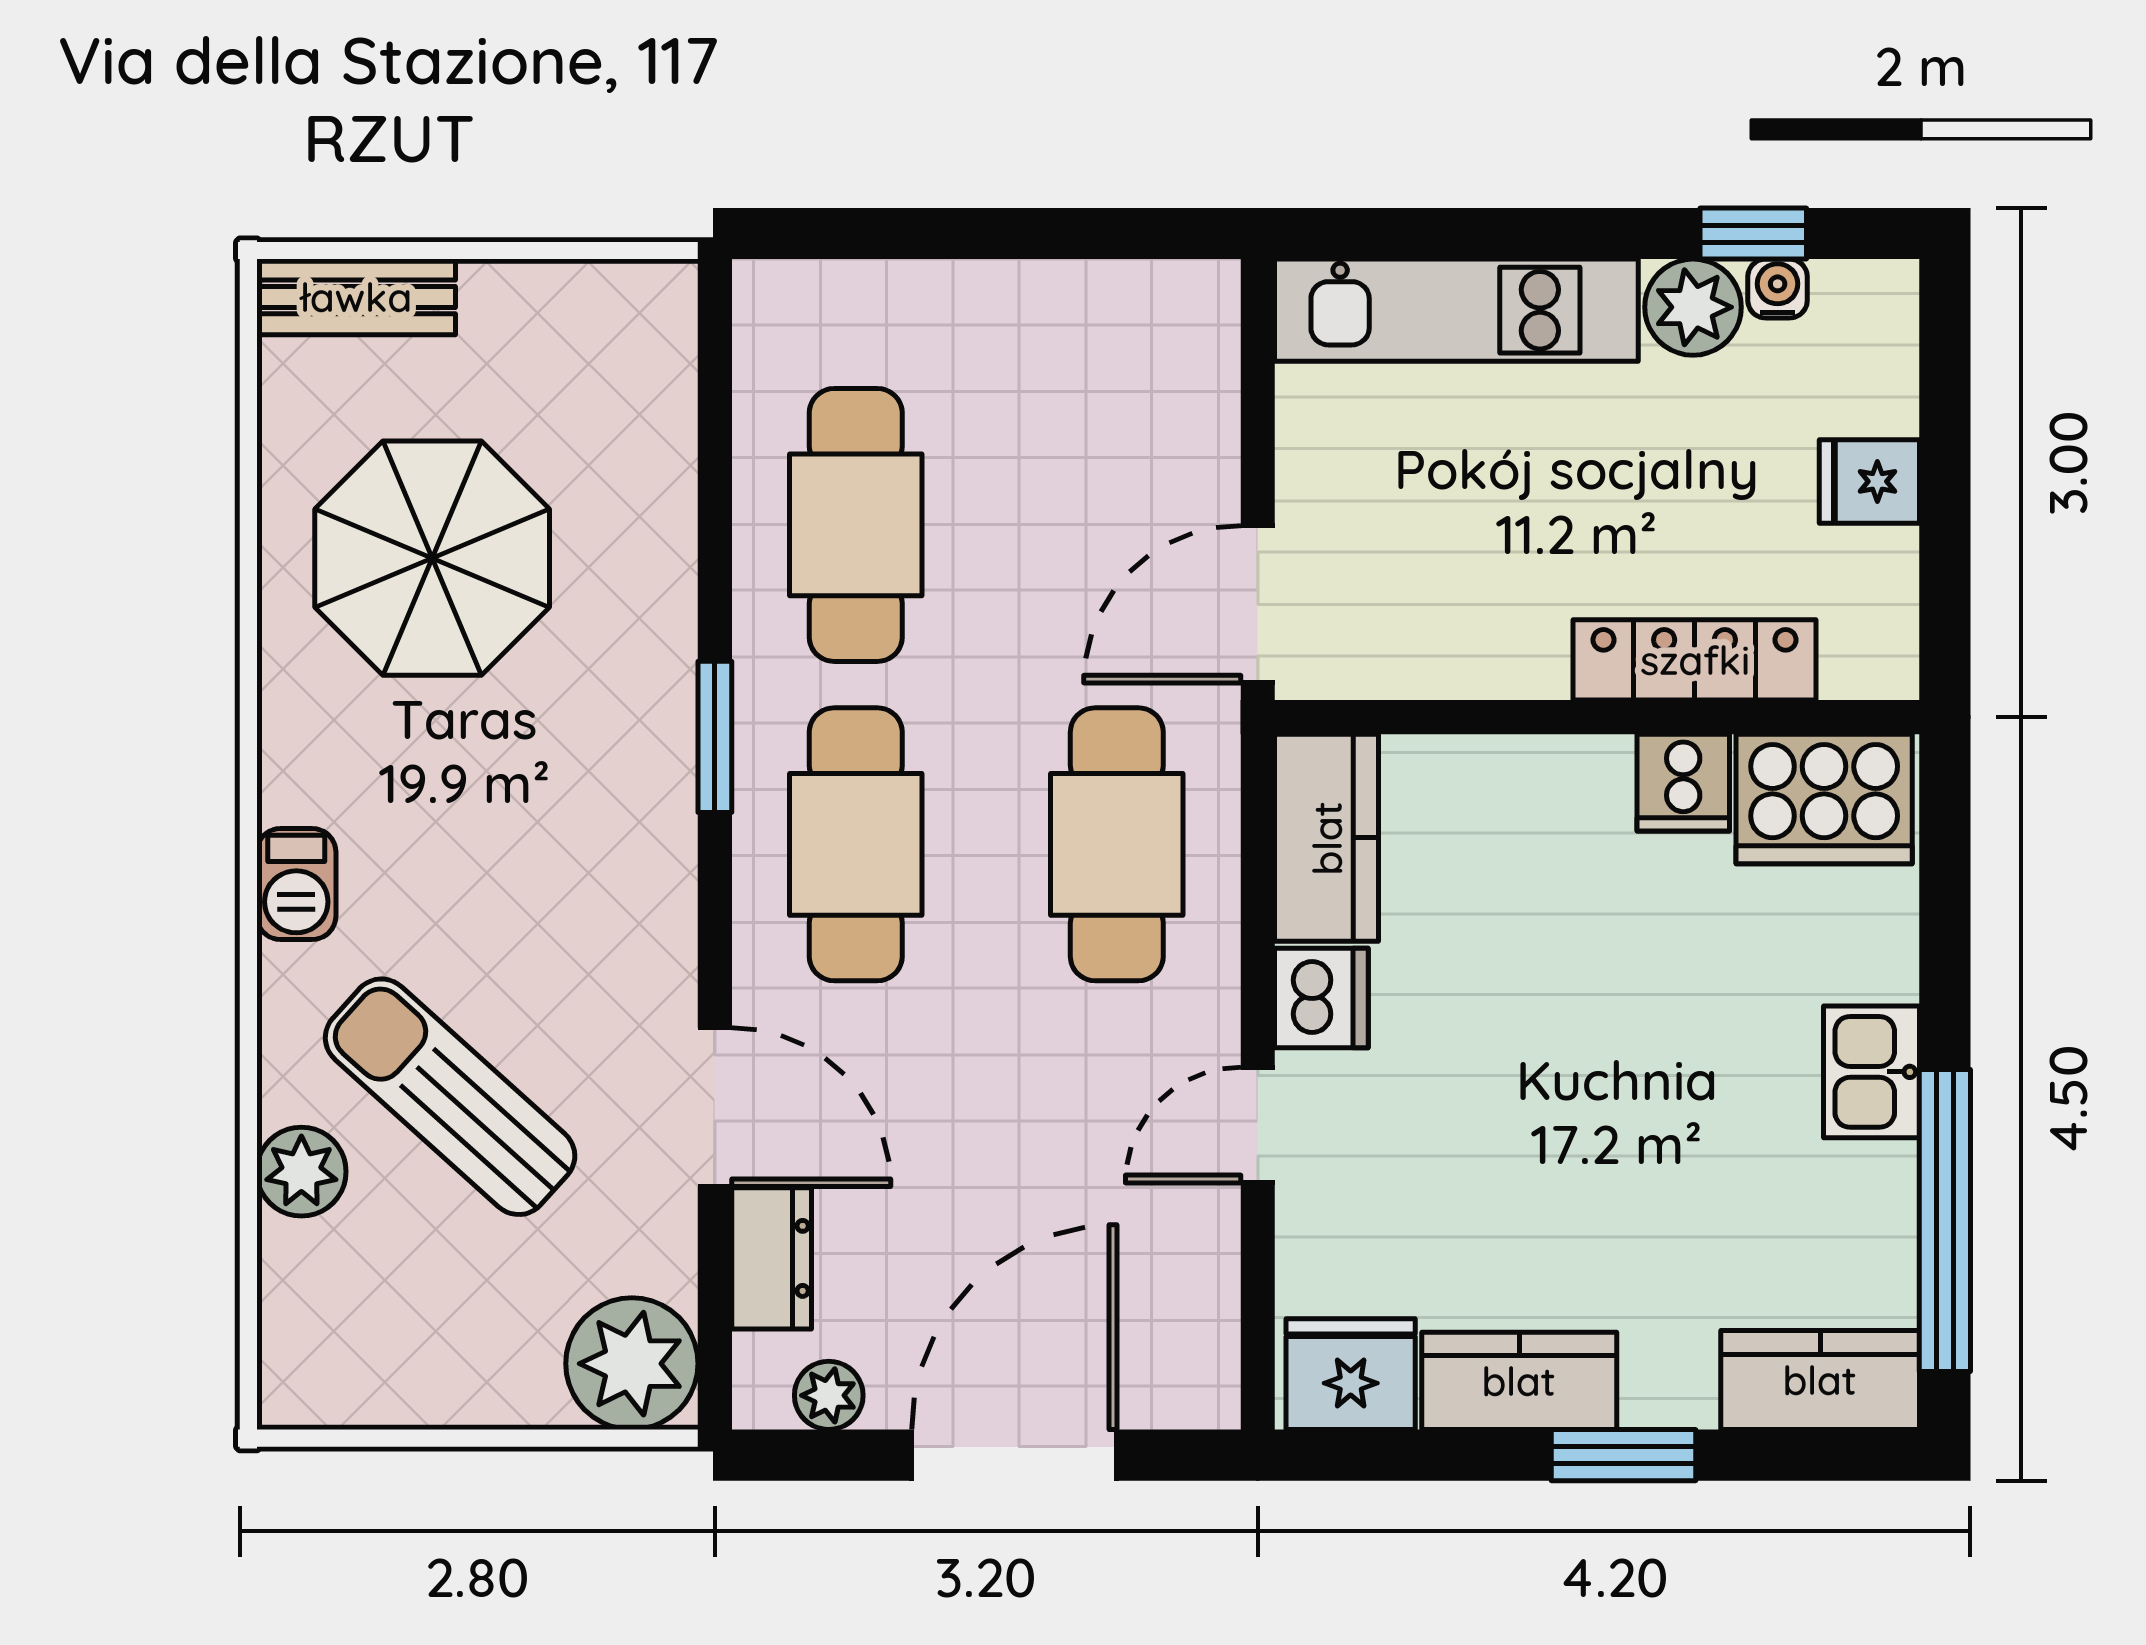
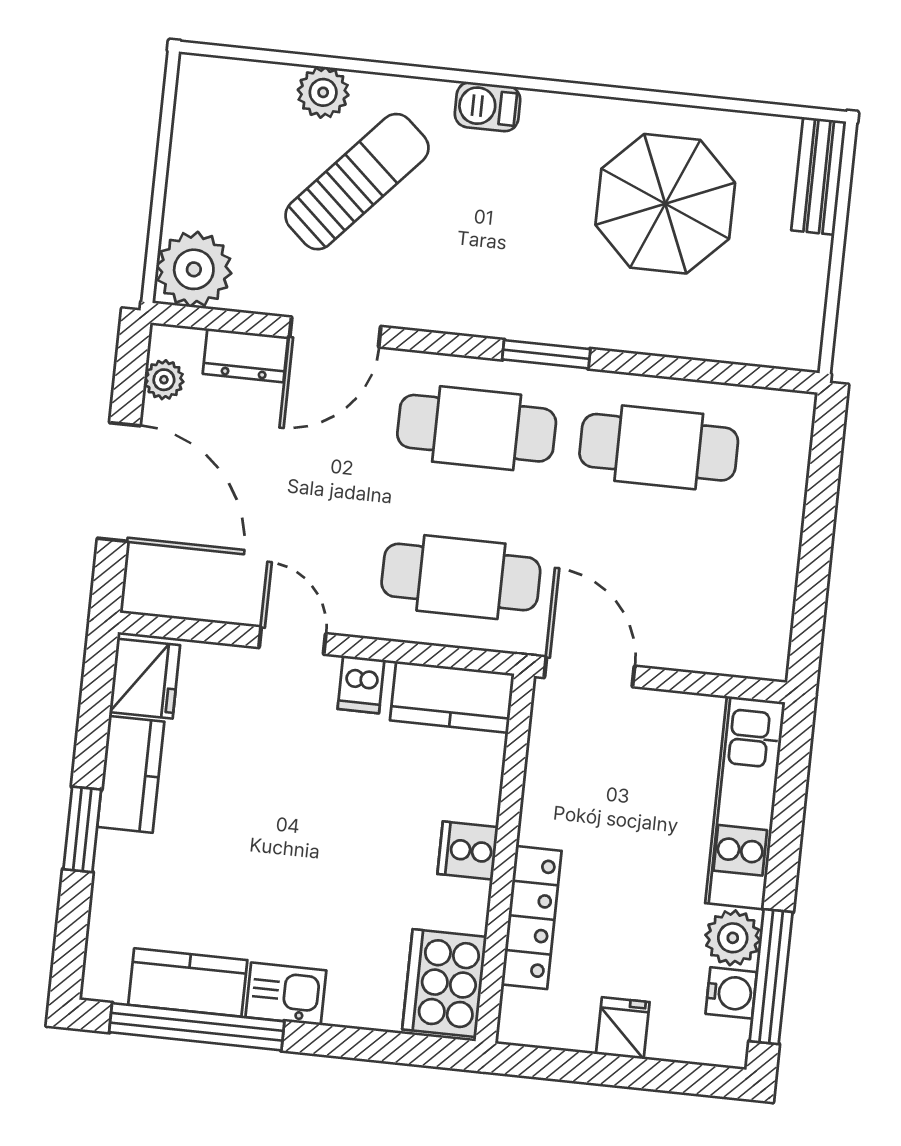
window: (1753, 234) -> (771, 977), width x2.17
water cooler: (1778, 289) -> (731, 993), width x1.38, depth x1.38
cooker: (1683, 783) -> (468, 851), moved
dishwasher: (1321, 998) -> (361, 684), width x0.73
kitchen counter: (1820, 1380) -> (188, 982), moved, turned -90

